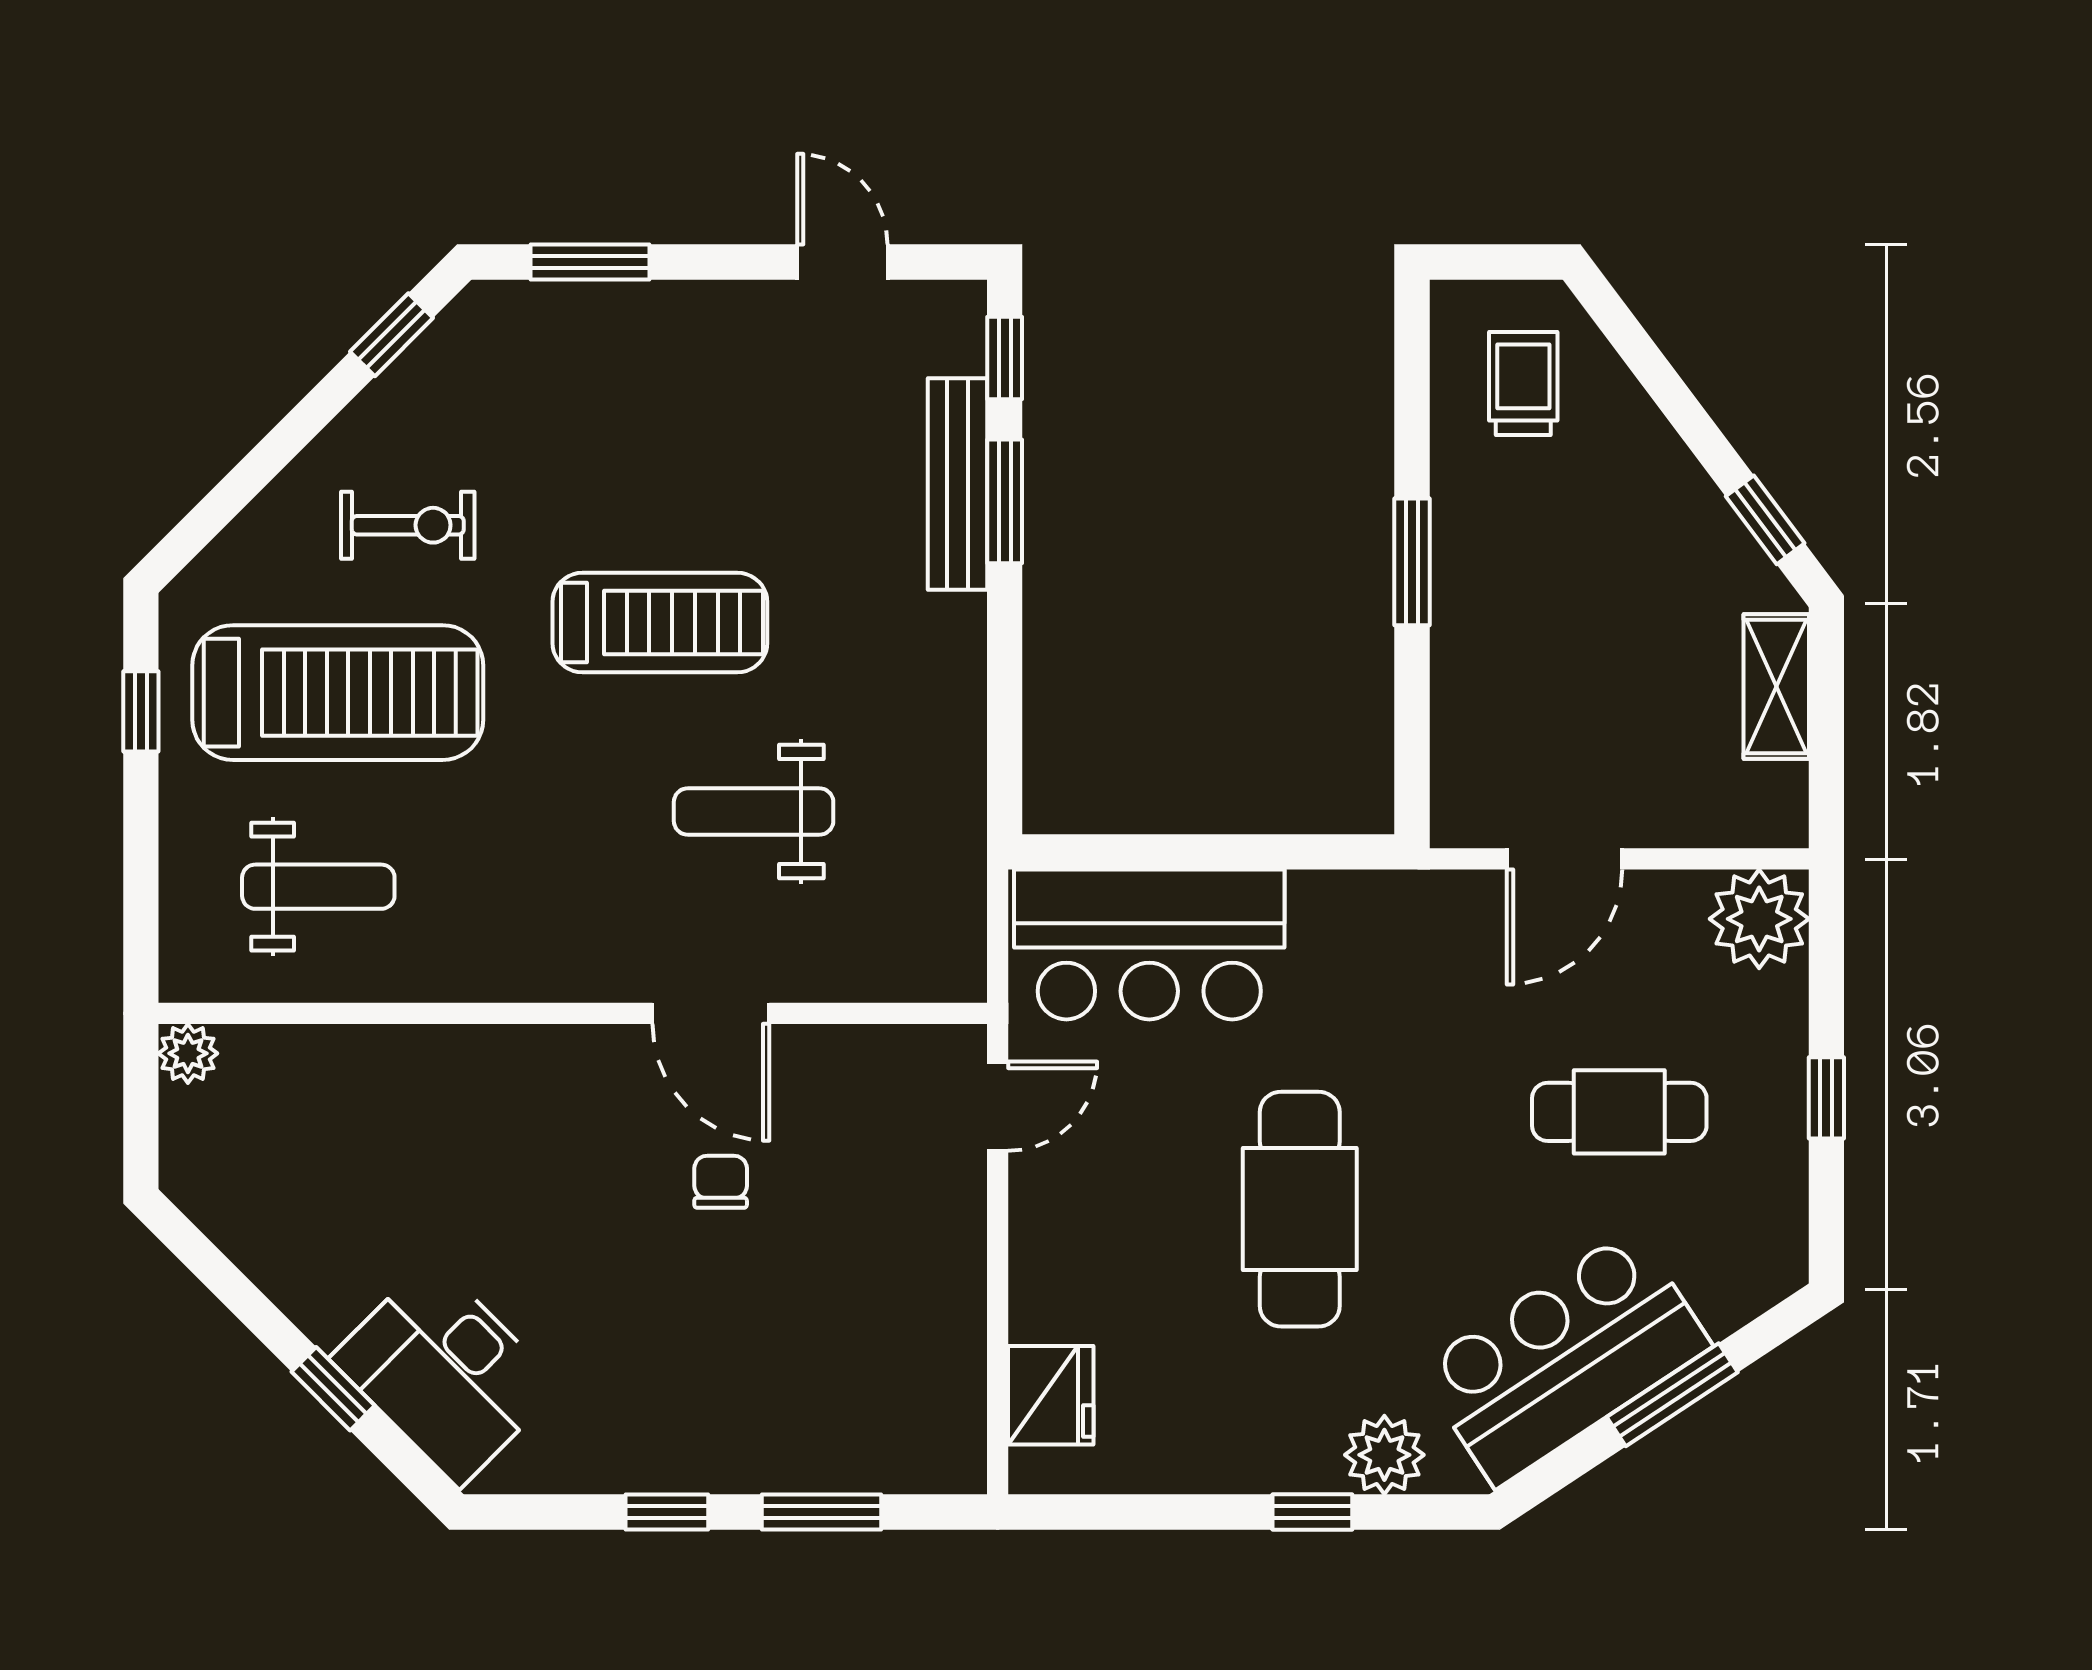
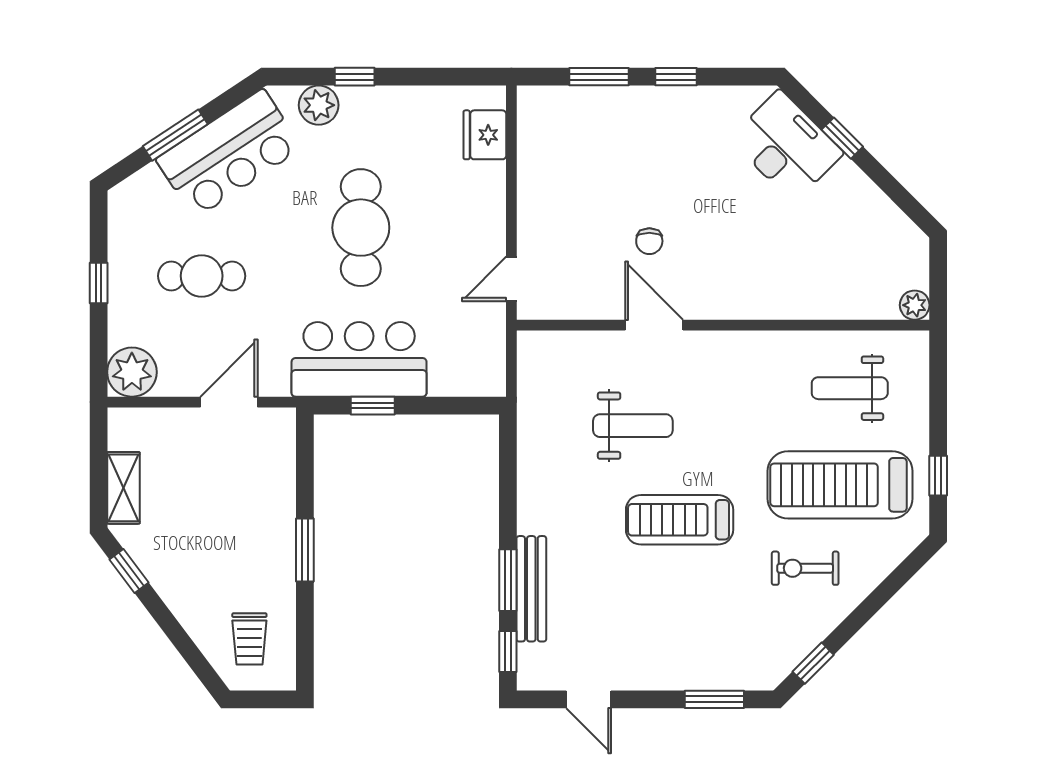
window: (1276, 852) -> (373, 406), added
bar counter: (1149, 945) -> (359, 359), moved

